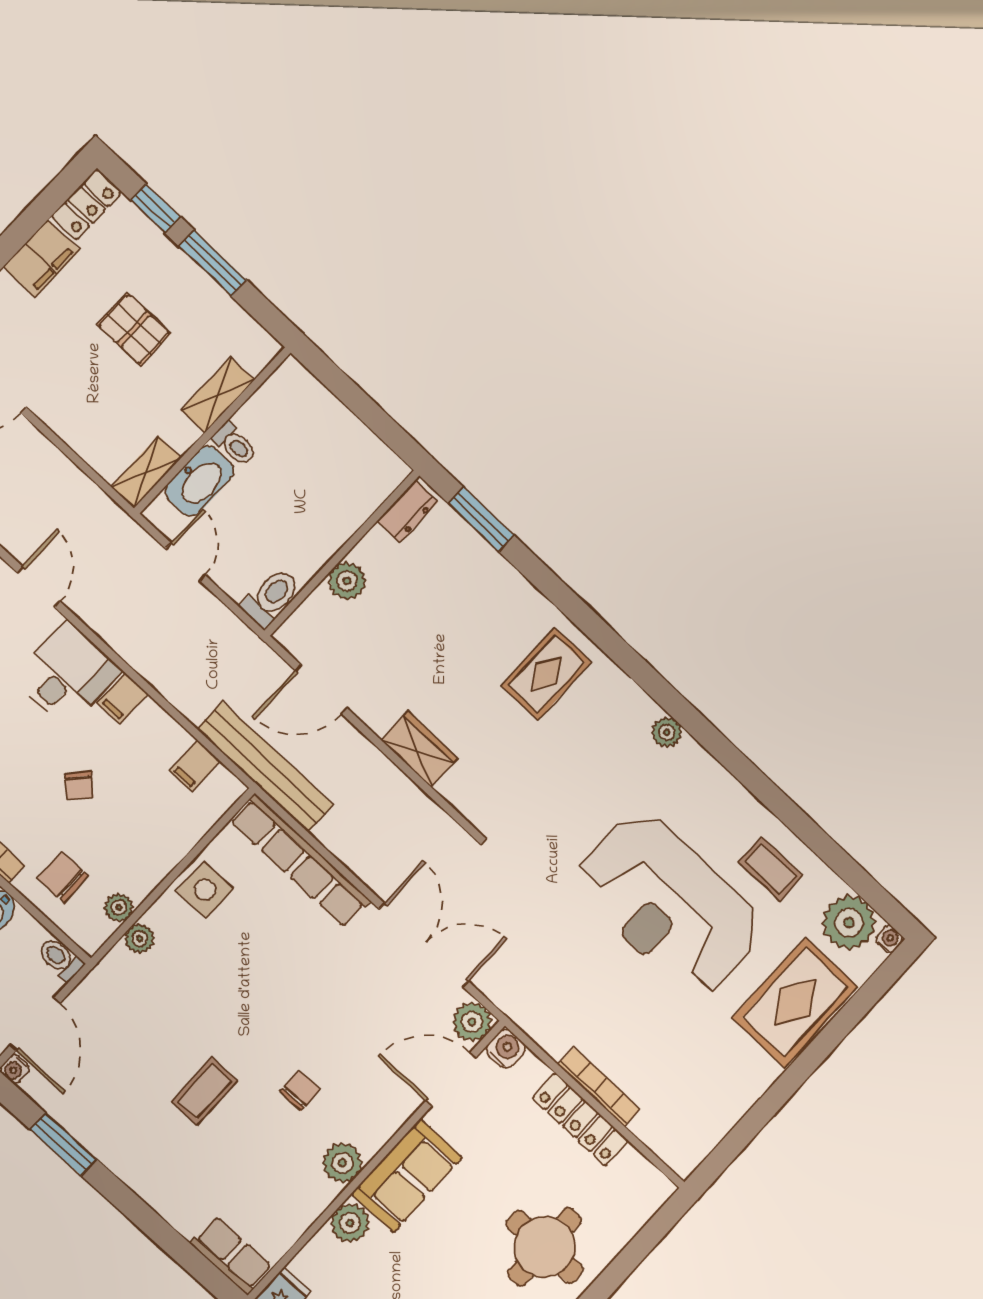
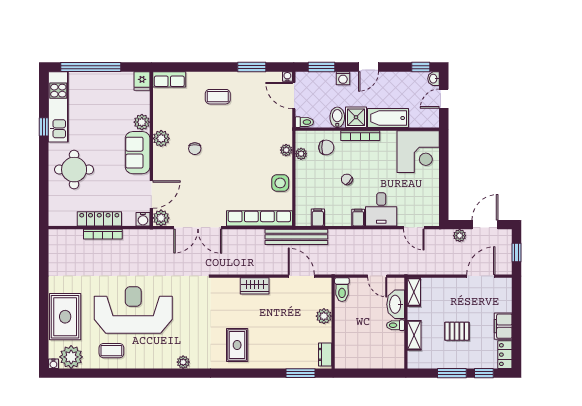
door: (321, 689) -> (301, 276), hinge flipped
coffee table: (204, 1091) -> (218, 97), moved, turned 90

